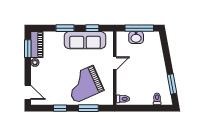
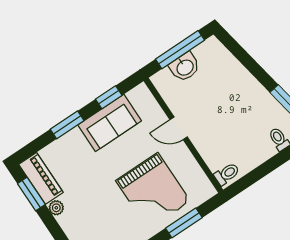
sofa: (85, 40) -> (110, 123), width x0.73
door: (115, 63) -> (179, 128), swing flipped
grand piano: (84, 84) -> (153, 191), turned -66

